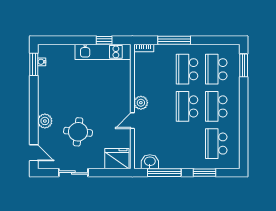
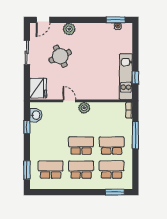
round table: (78, 132) -> (60, 56), turned -31
window: (164, 173) -> (27, 127), width x0.46
window: (204, 173) -> (27, 170), moved

